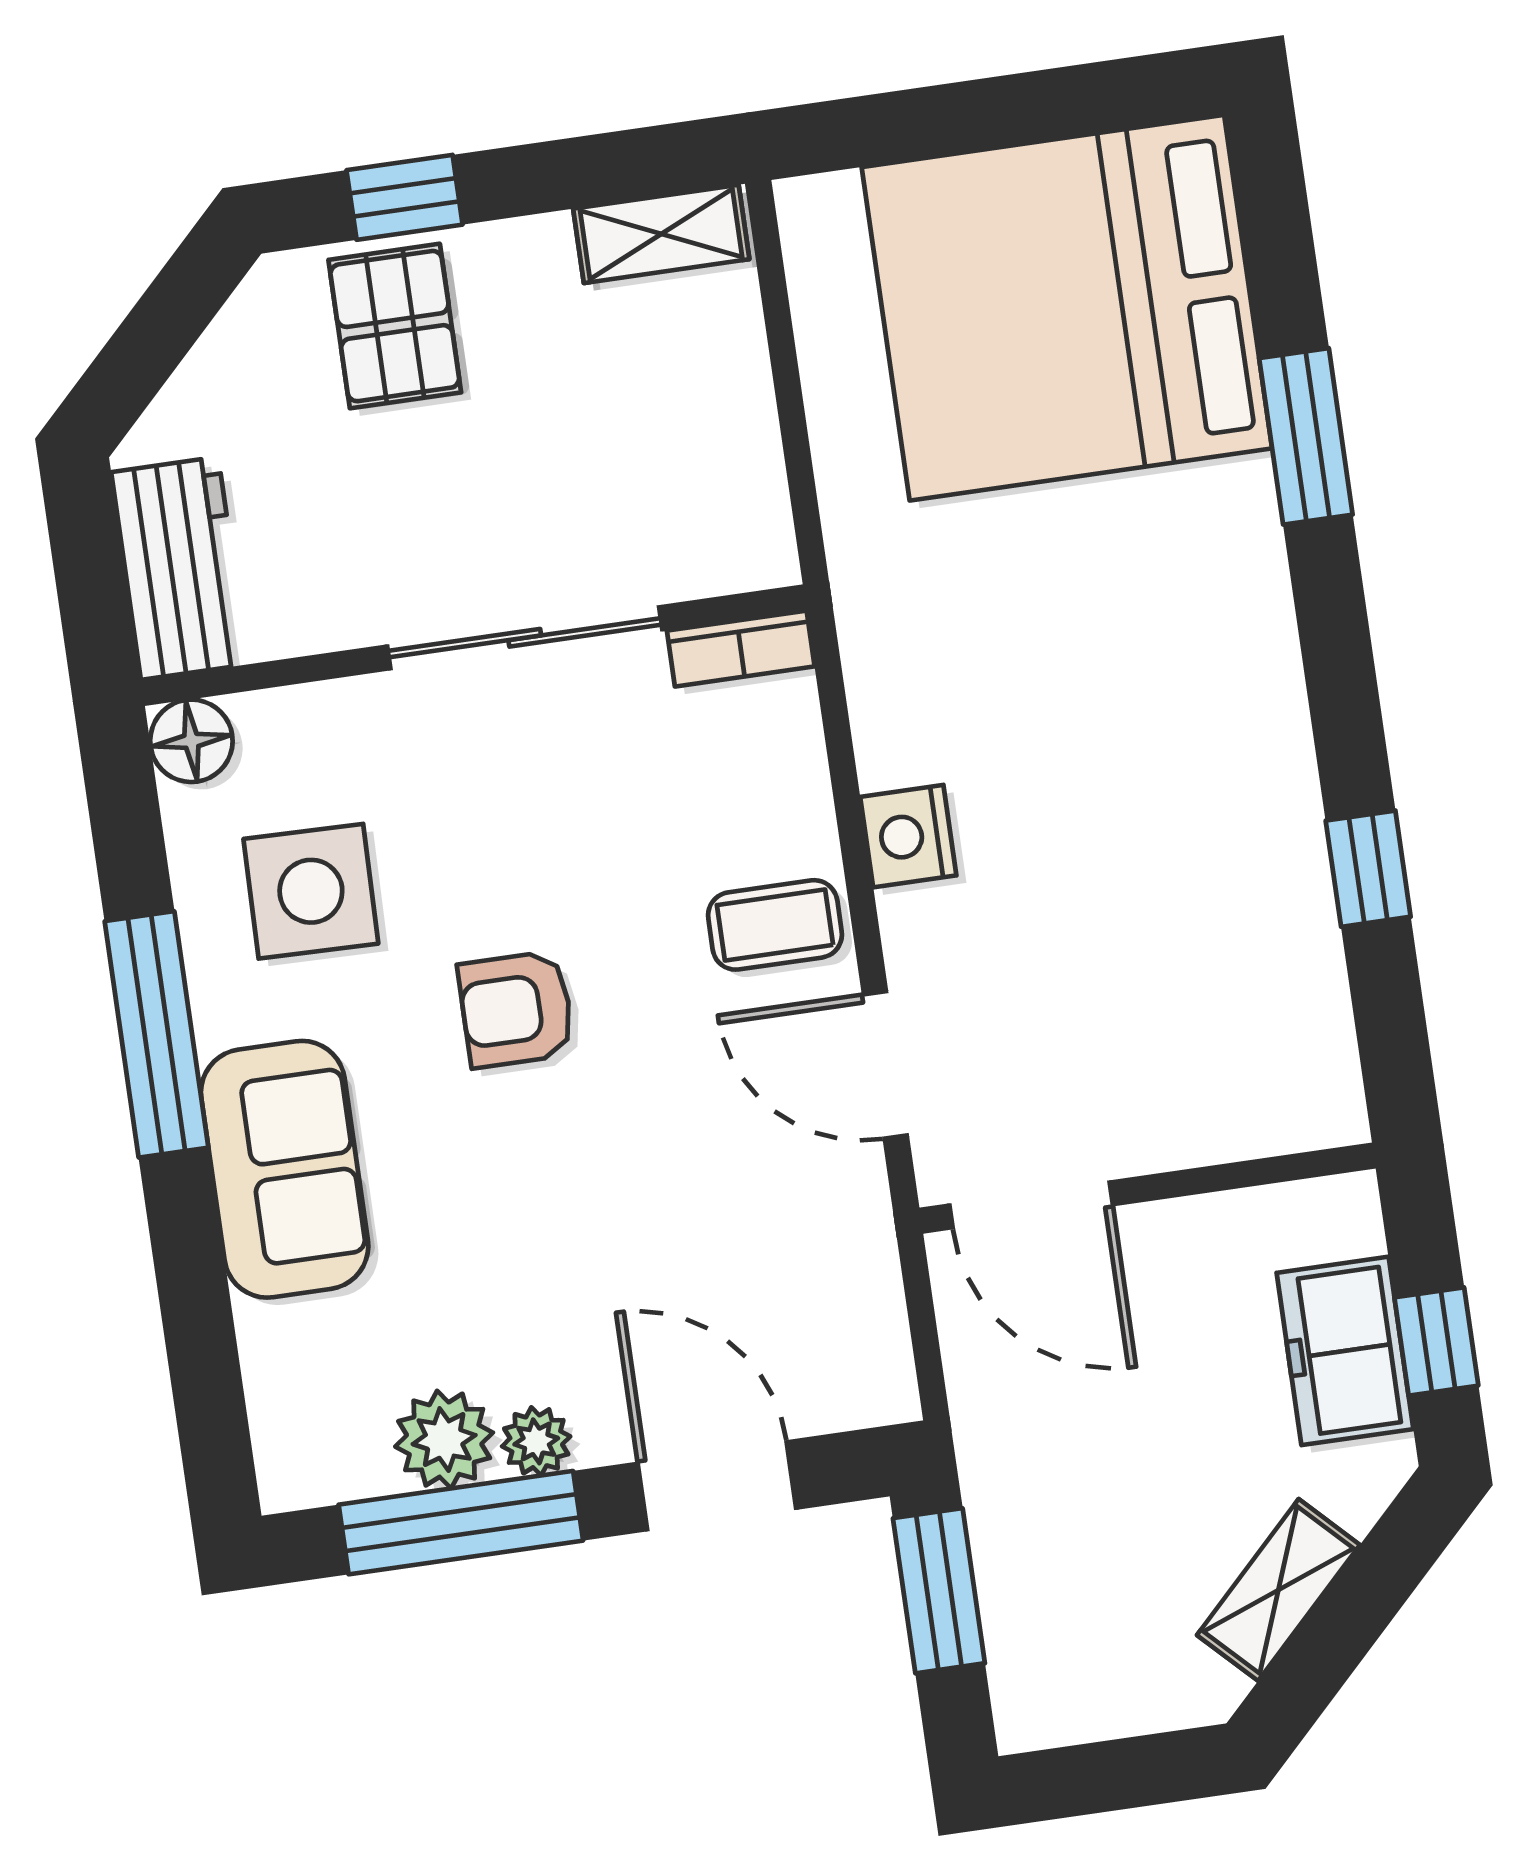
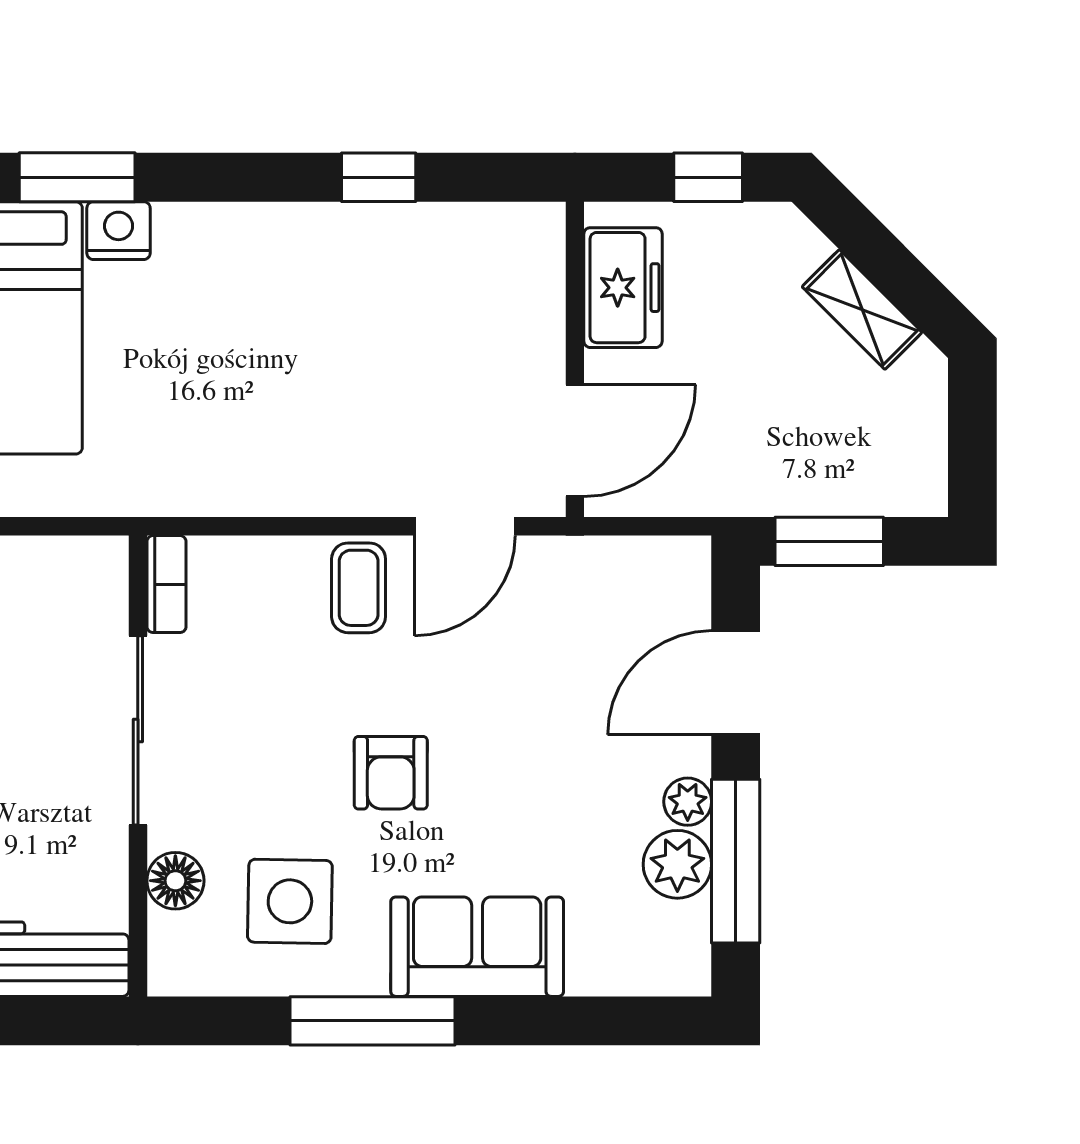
floor lamp: (191, 741) -> (175, 881), moved
nightstand: (908, 836) -> (119, 231), moved, turned 180
freezer: (1345, 1351) -> (623, 288), moved, turned -90

